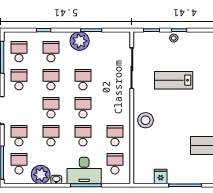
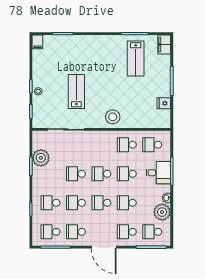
plant: (80, 41) -> (41, 158), moved
lab bench: (174, 80) -> (76, 91), turned 180
desk: (84, 171) -> (158, 173), width x0.73

